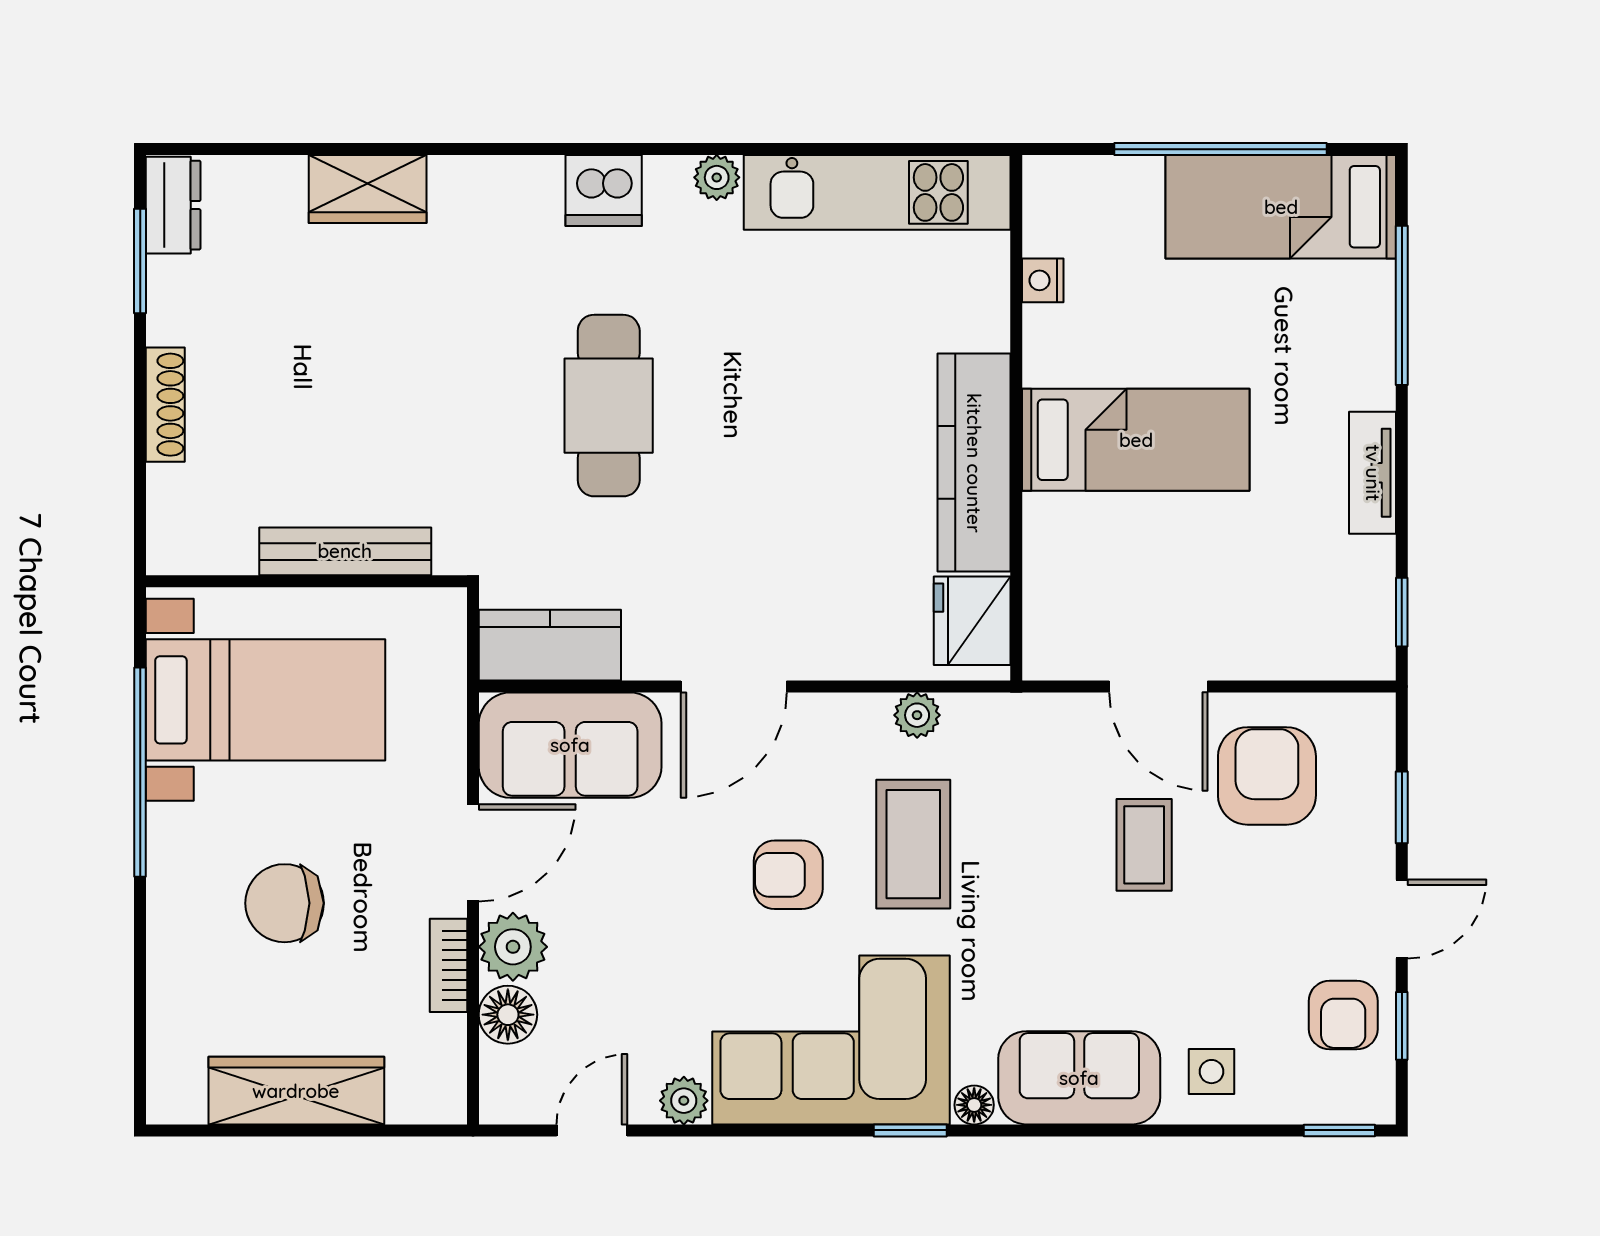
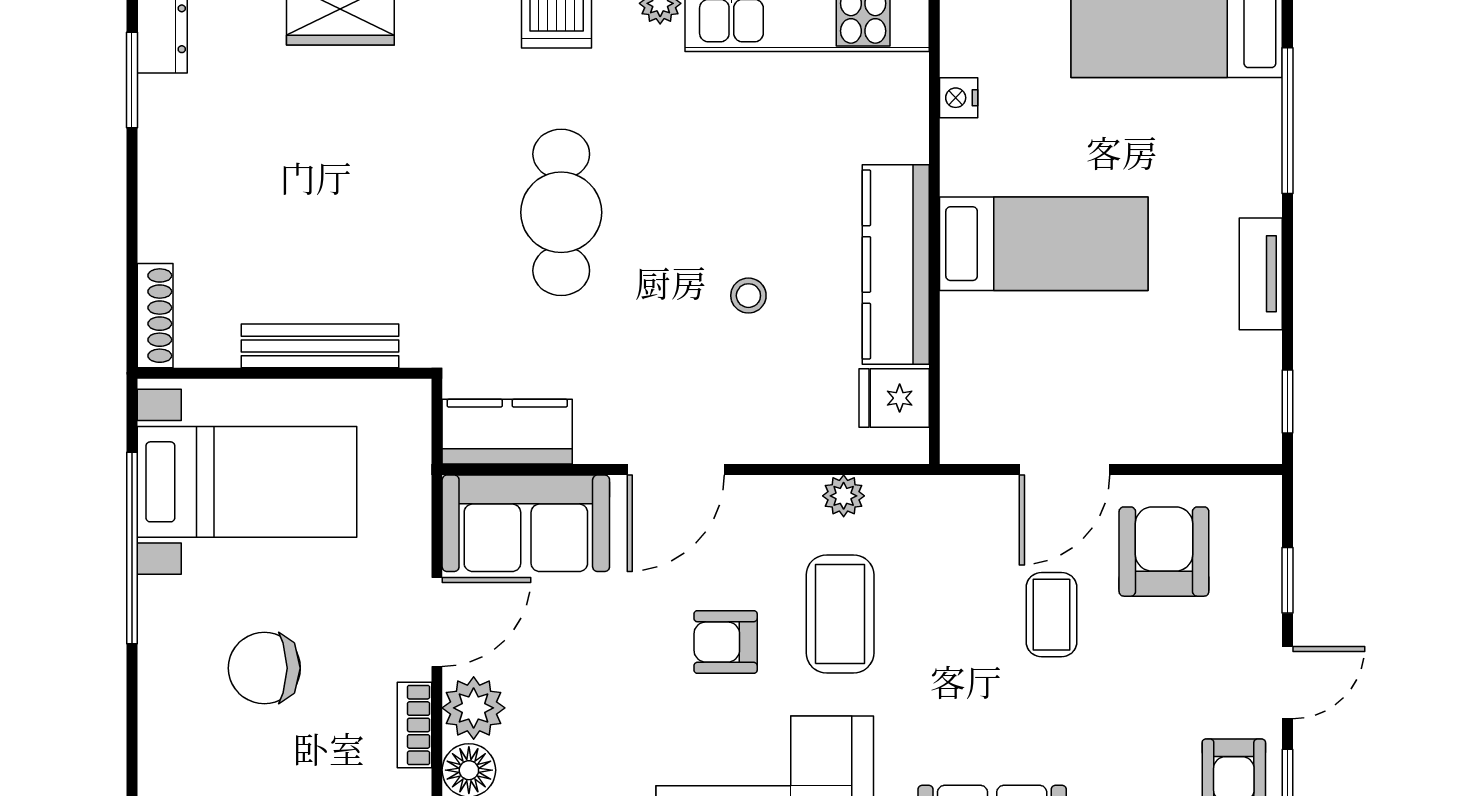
shoe rack: (165, 405) -> (155, 316), moved
stool: (813, 496) -> (748, 296), added
fridge: (972, 621) -> (894, 398), width x0.72
door: (1158, 686) -> (1065, 470), hinge flipped

